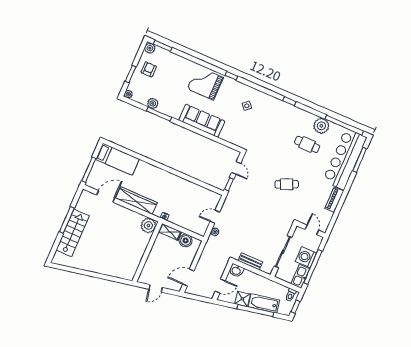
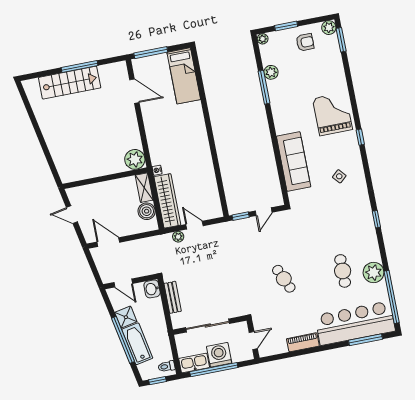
sofa: (202, 121) -> (294, 162), moved
wardrobe: (136, 201) -> (167, 201), moved

